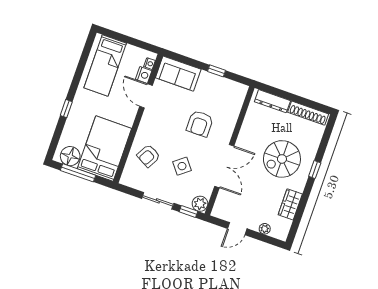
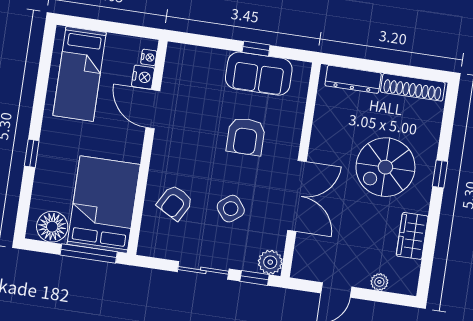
sofa: (178, 74) -> (259, 74), moved
window: (78, 173) -> (89, 253), moved

